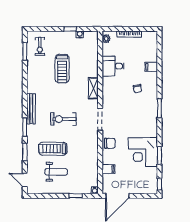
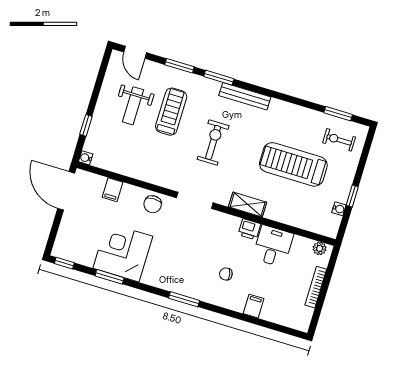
treadmill: (62, 69) -> (293, 164), width x1.37, depth x1.38
printer: (107, 83) -> (249, 229), added
door: (25, 180) -> (135, 52), swing flipped

